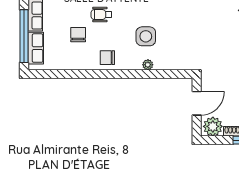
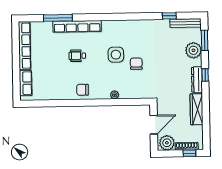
chair: (78, 35) -> (136, 64), moved
window: (24, 36) -> (16, 74), removed
side table: (146, 36) -> (116, 55), moved

